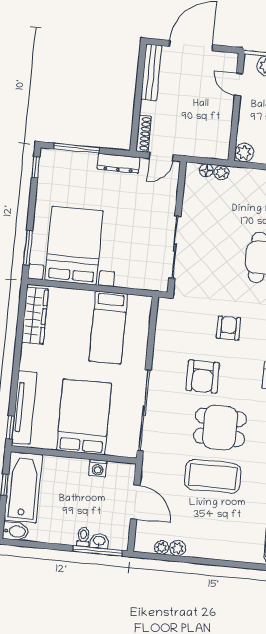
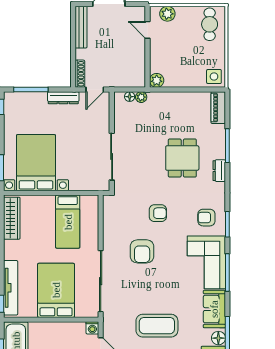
armchair: (229, 328) -> (158, 213), turned 90
dining table: (220, 427) -> (159, 288), removed
washing machine: (98, 468) -> (92, 328), moved

